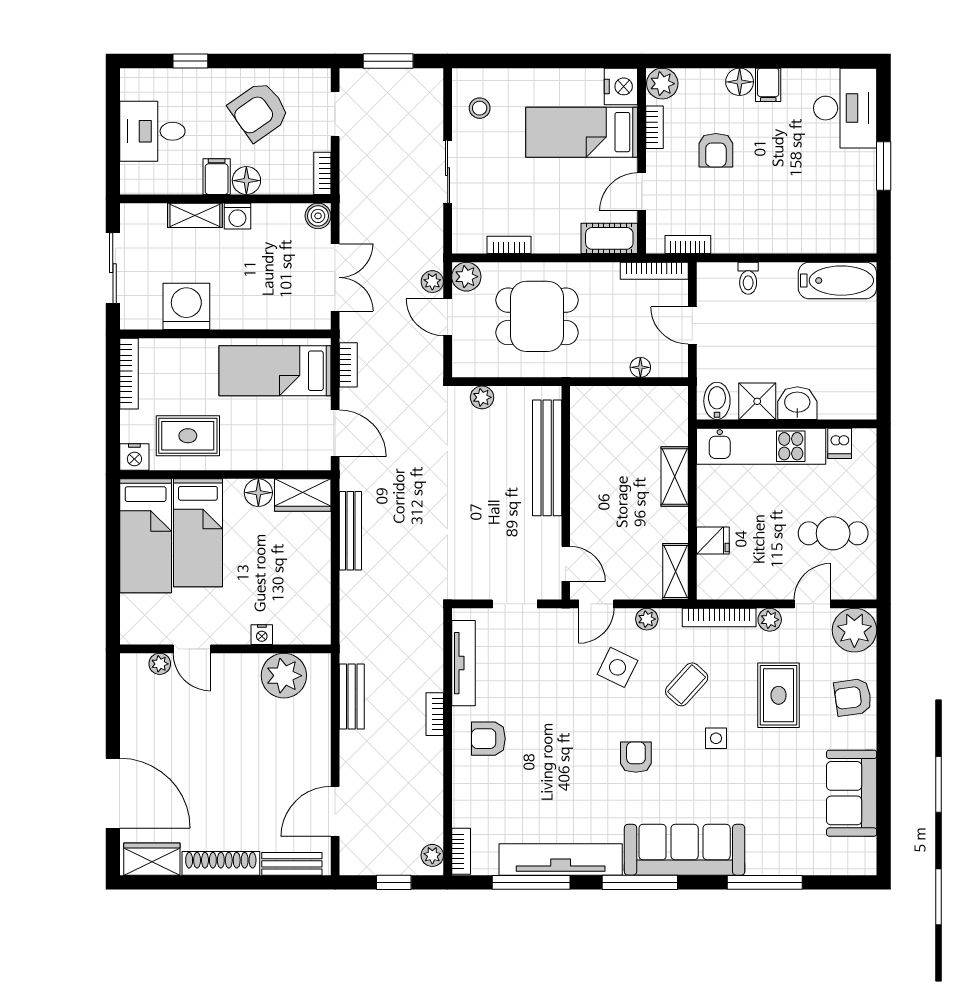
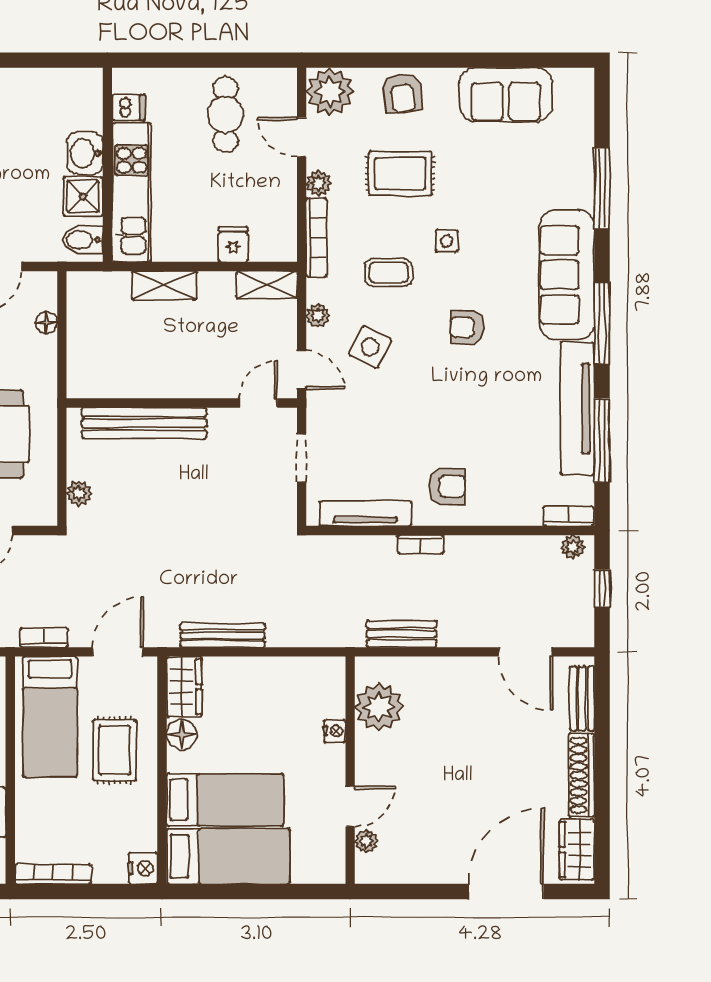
rug: (188, 436) -> (114, 750), moved
coffee table: (687, 684) -> (388, 273), turned -42
armchair: (488, 739) -> (447, 487), turned -90

